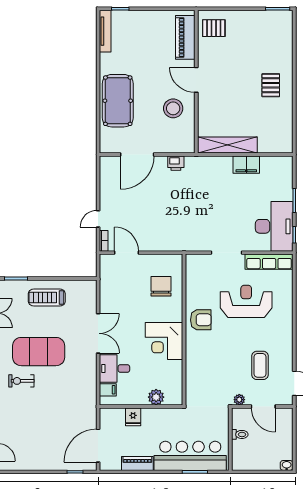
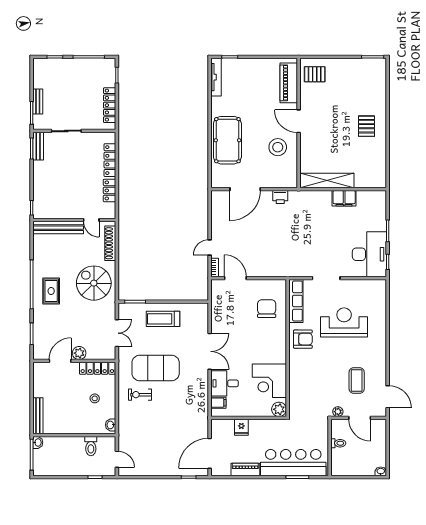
row of seats: (269, 262) -> (296, 301), moved, turned -90
corner desk: (164, 341) -> (269, 381), moved
plant: (156, 397) -> (279, 409), moved

